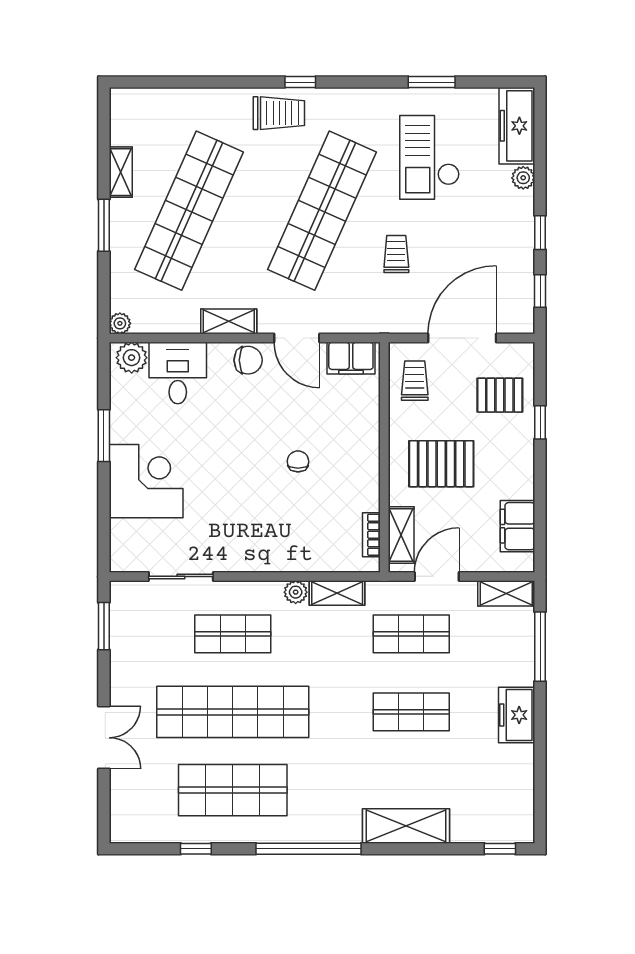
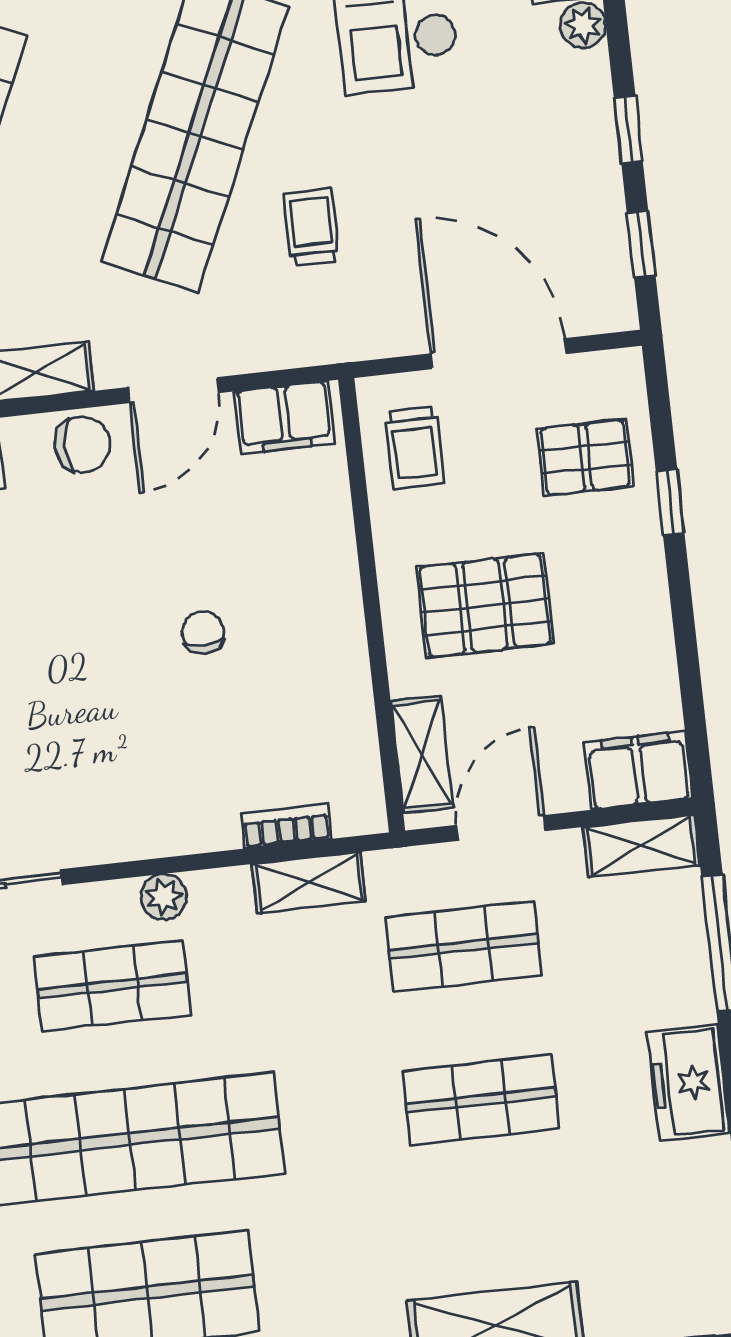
trolley: (396, 254) -> (311, 227), moved
door: (297, 338) -> (173, 390), hinge flipped
door: (462, 338) -> (498, 354), hinge flipped
trolley: (415, 381) -> (415, 448), turned 180
filing cabinet: (518, 526) -> (638, 770), moved, turned 90
bookcase: (371, 535) -> (286, 826), moved, turned 90
plant: (296, 592) -> (164, 897), moved

